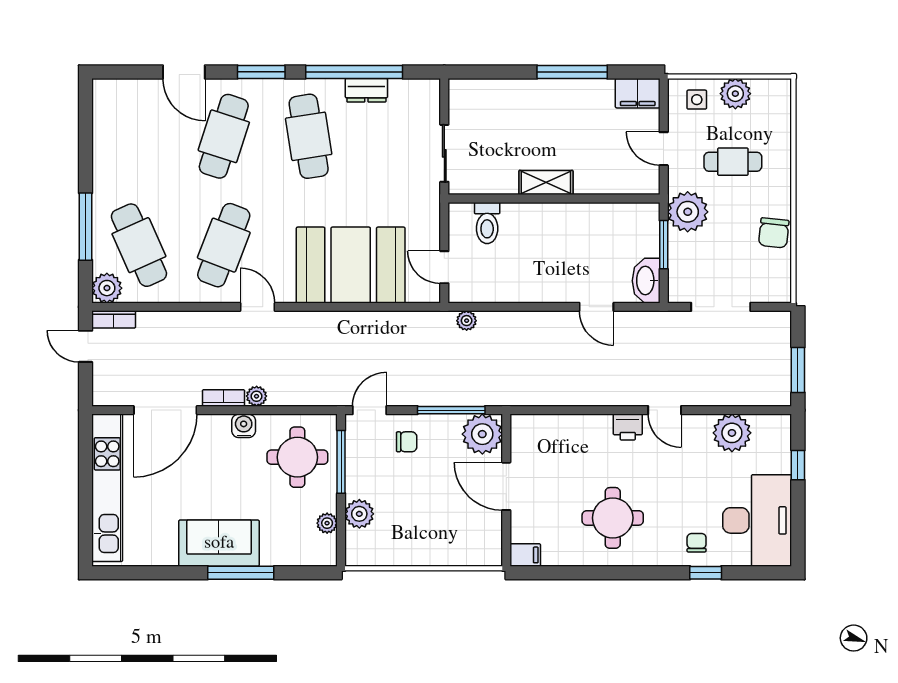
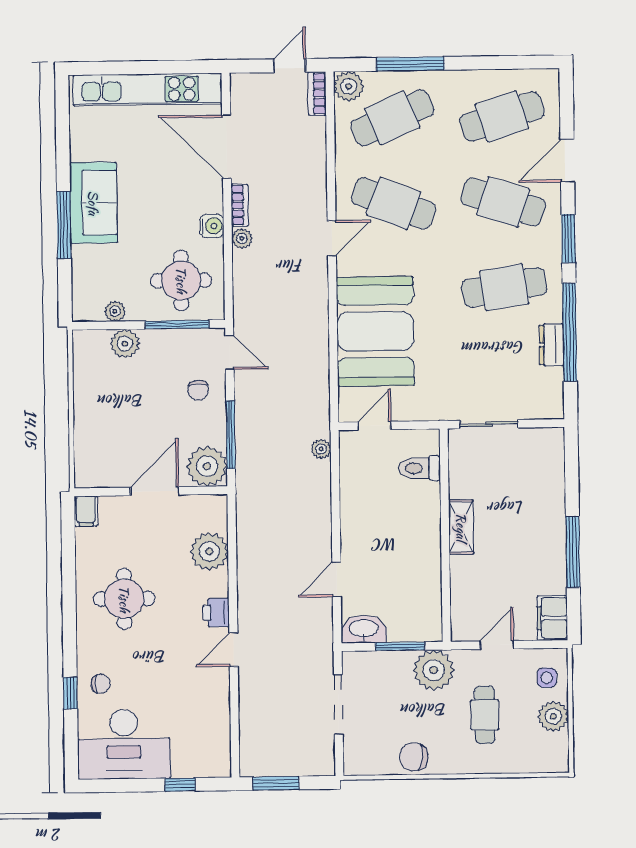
cafe table: (139, 136) -> (502, 116), added
plant: (732, 433) -> (209, 551), moved

